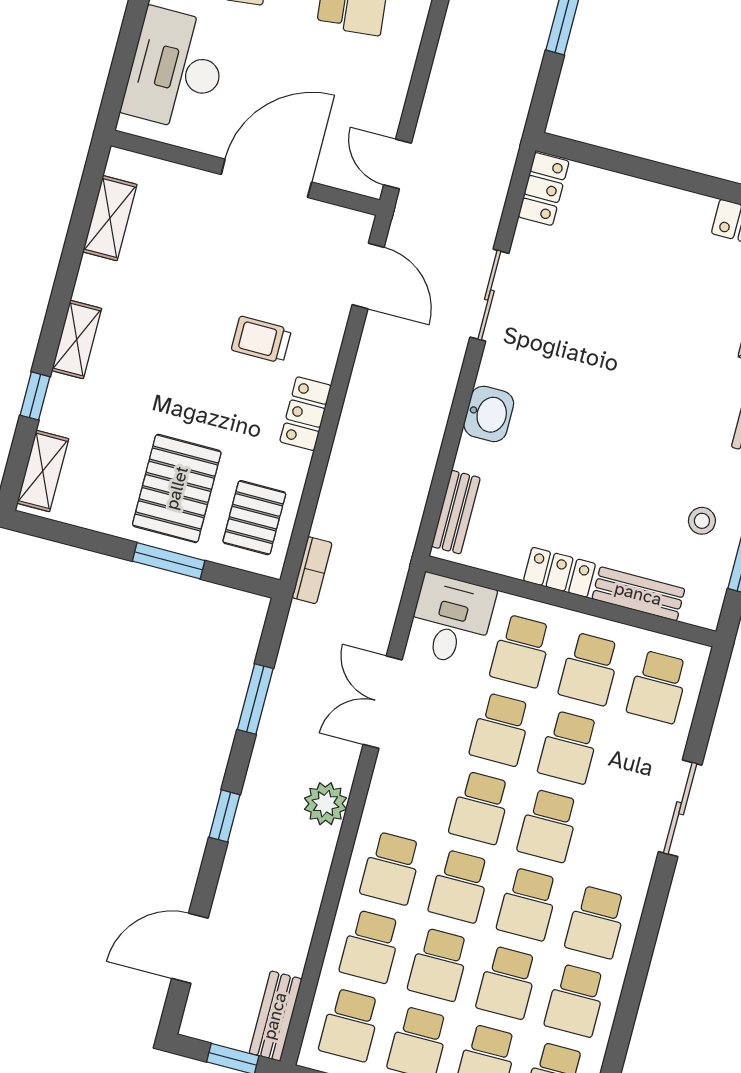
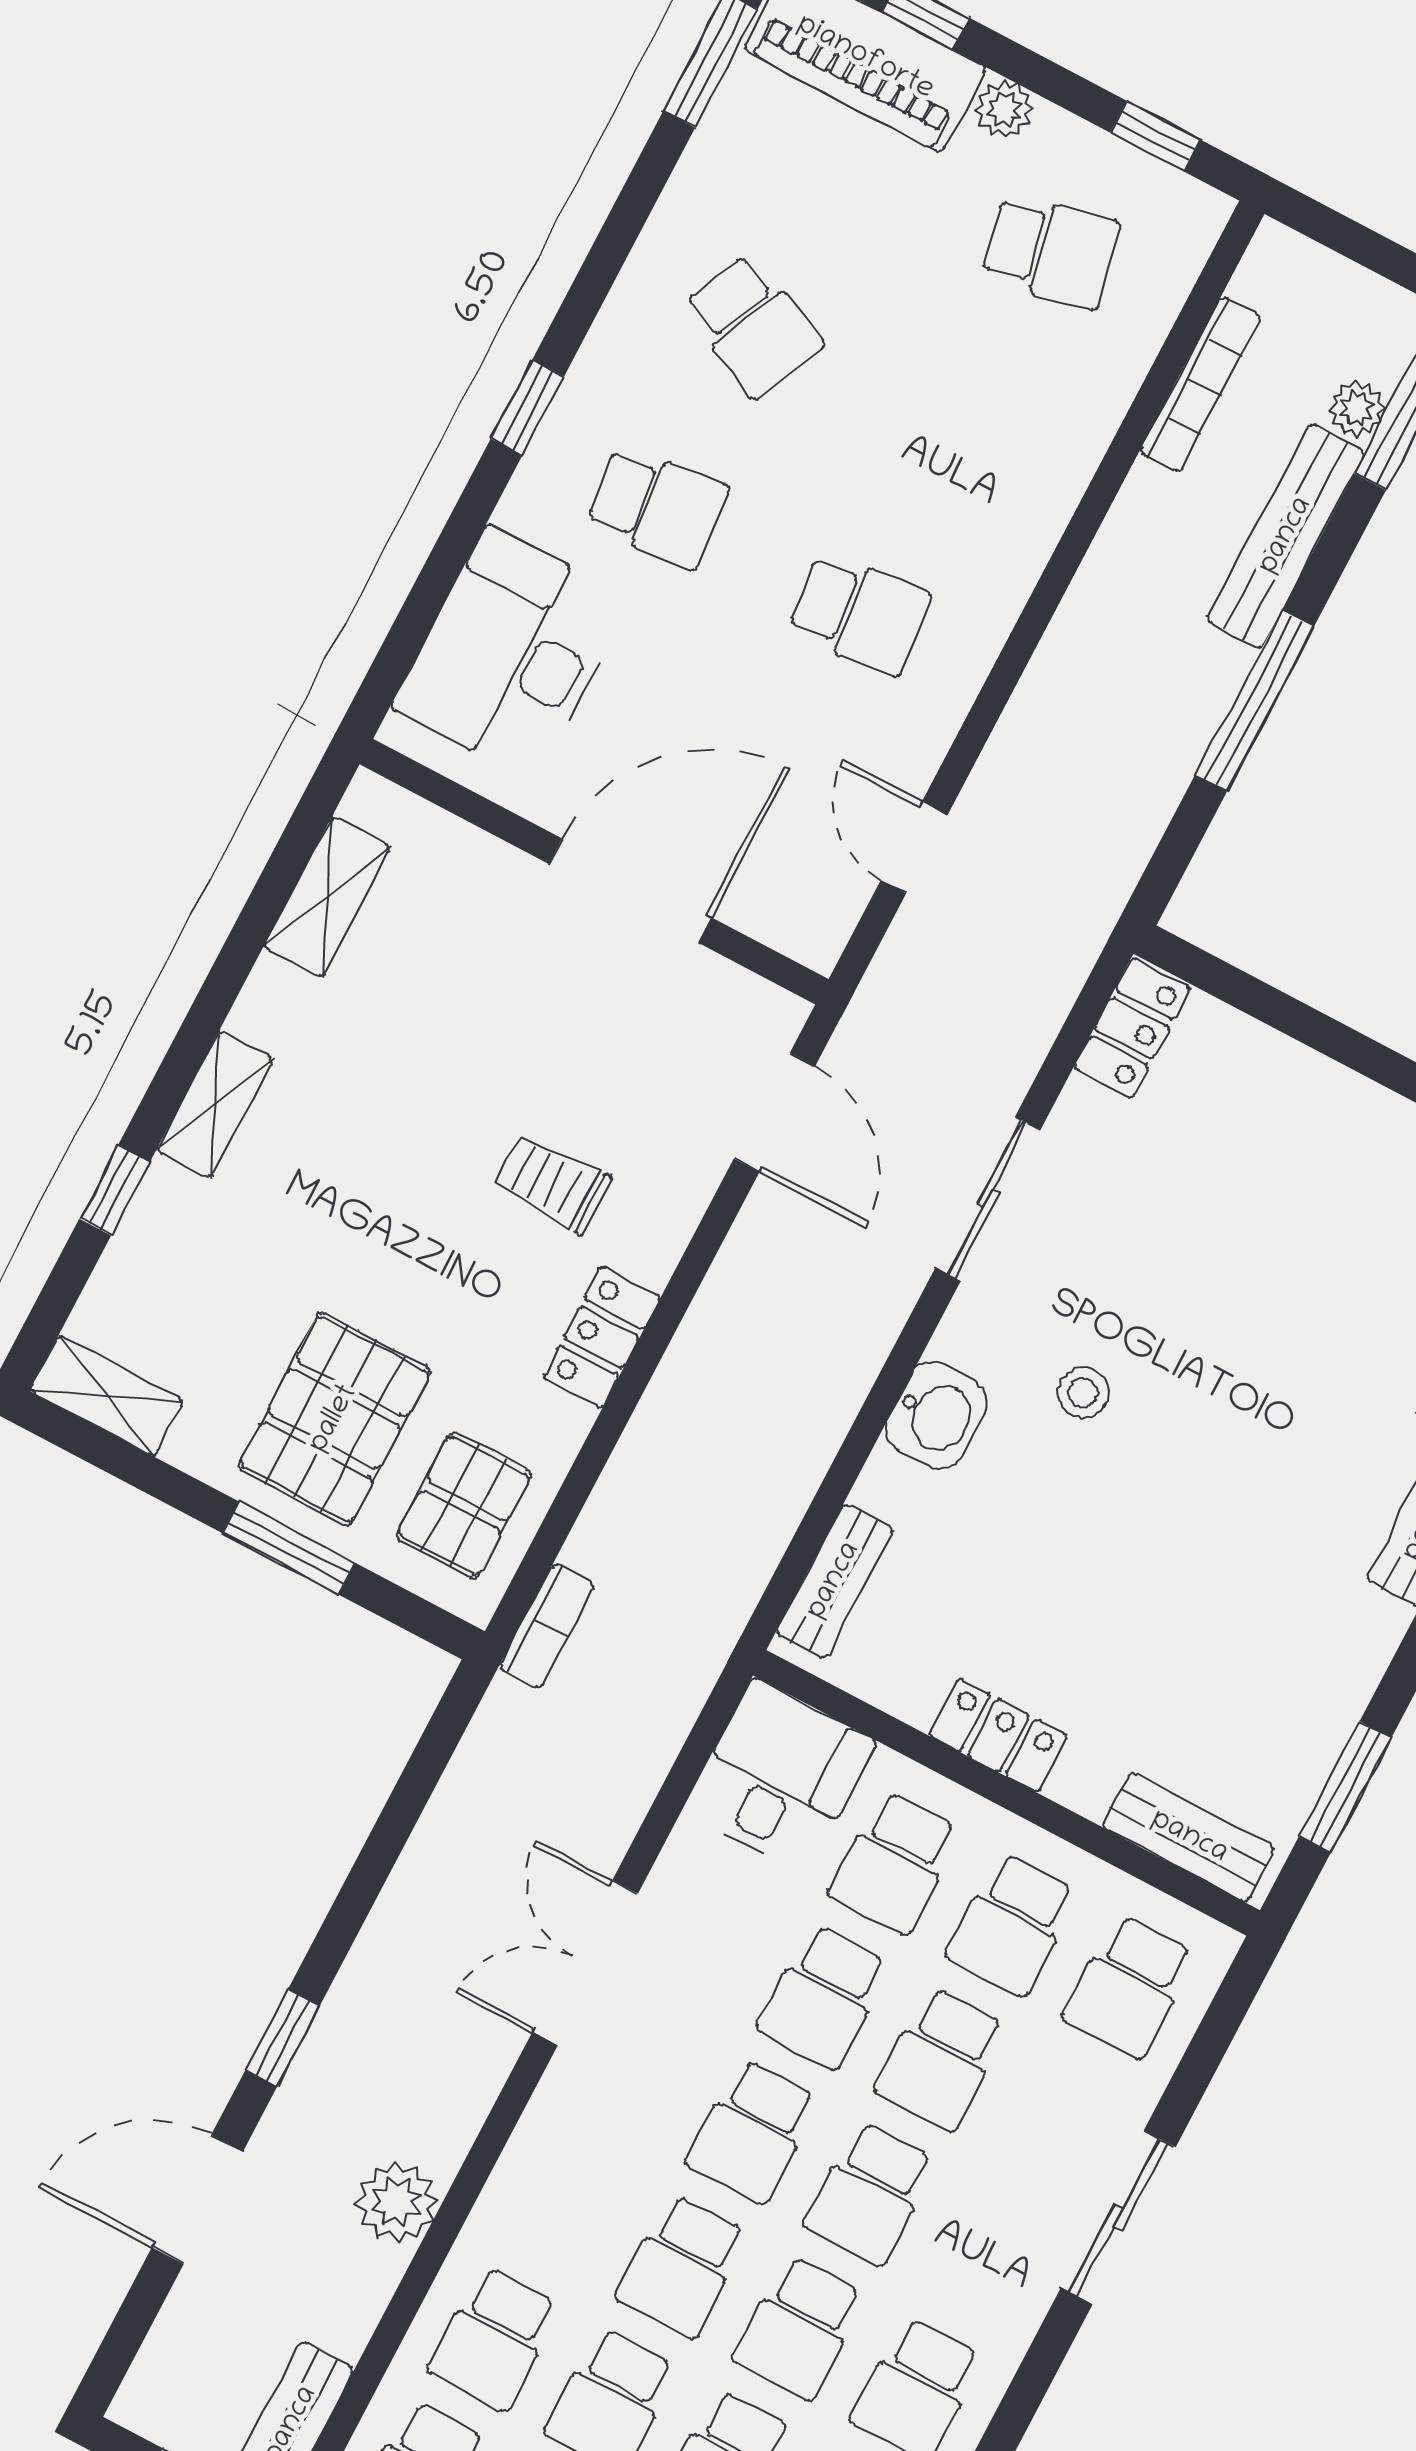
door: (398, 164) -> (914, 847), moved
shelving: (43, 471) -> (107, 1396), moved, turned 90
stool: (702, 521) -> (1083, 1393), moved
bench: (638, 594) -> (1189, 1837), moved
window: (255, 699) -> (388, 1837), removed
double door: (383, 702) -> (585, 1963), moved
plant: (326, 804) -> (396, 2202), moved
school desk: (391, 868) -> (565, 2204), removed
door: (190, 948) -> (197, 2199), moved

